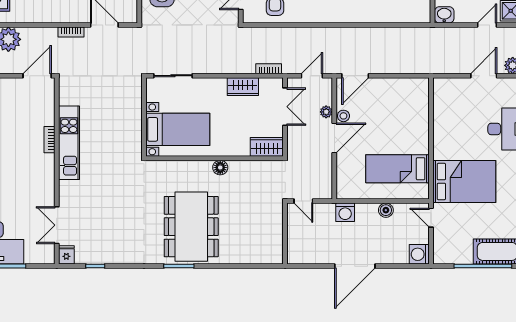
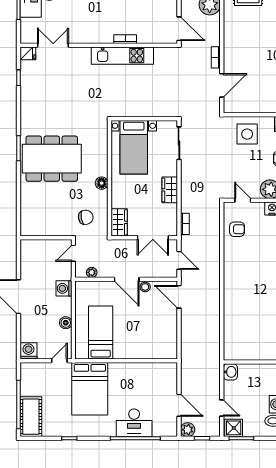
wardrobe: (243, 87) -> (170, 190), moved
plant: (326, 112) -> (92, 272), moved
chair: (261, 186) -> (86, 217), added

